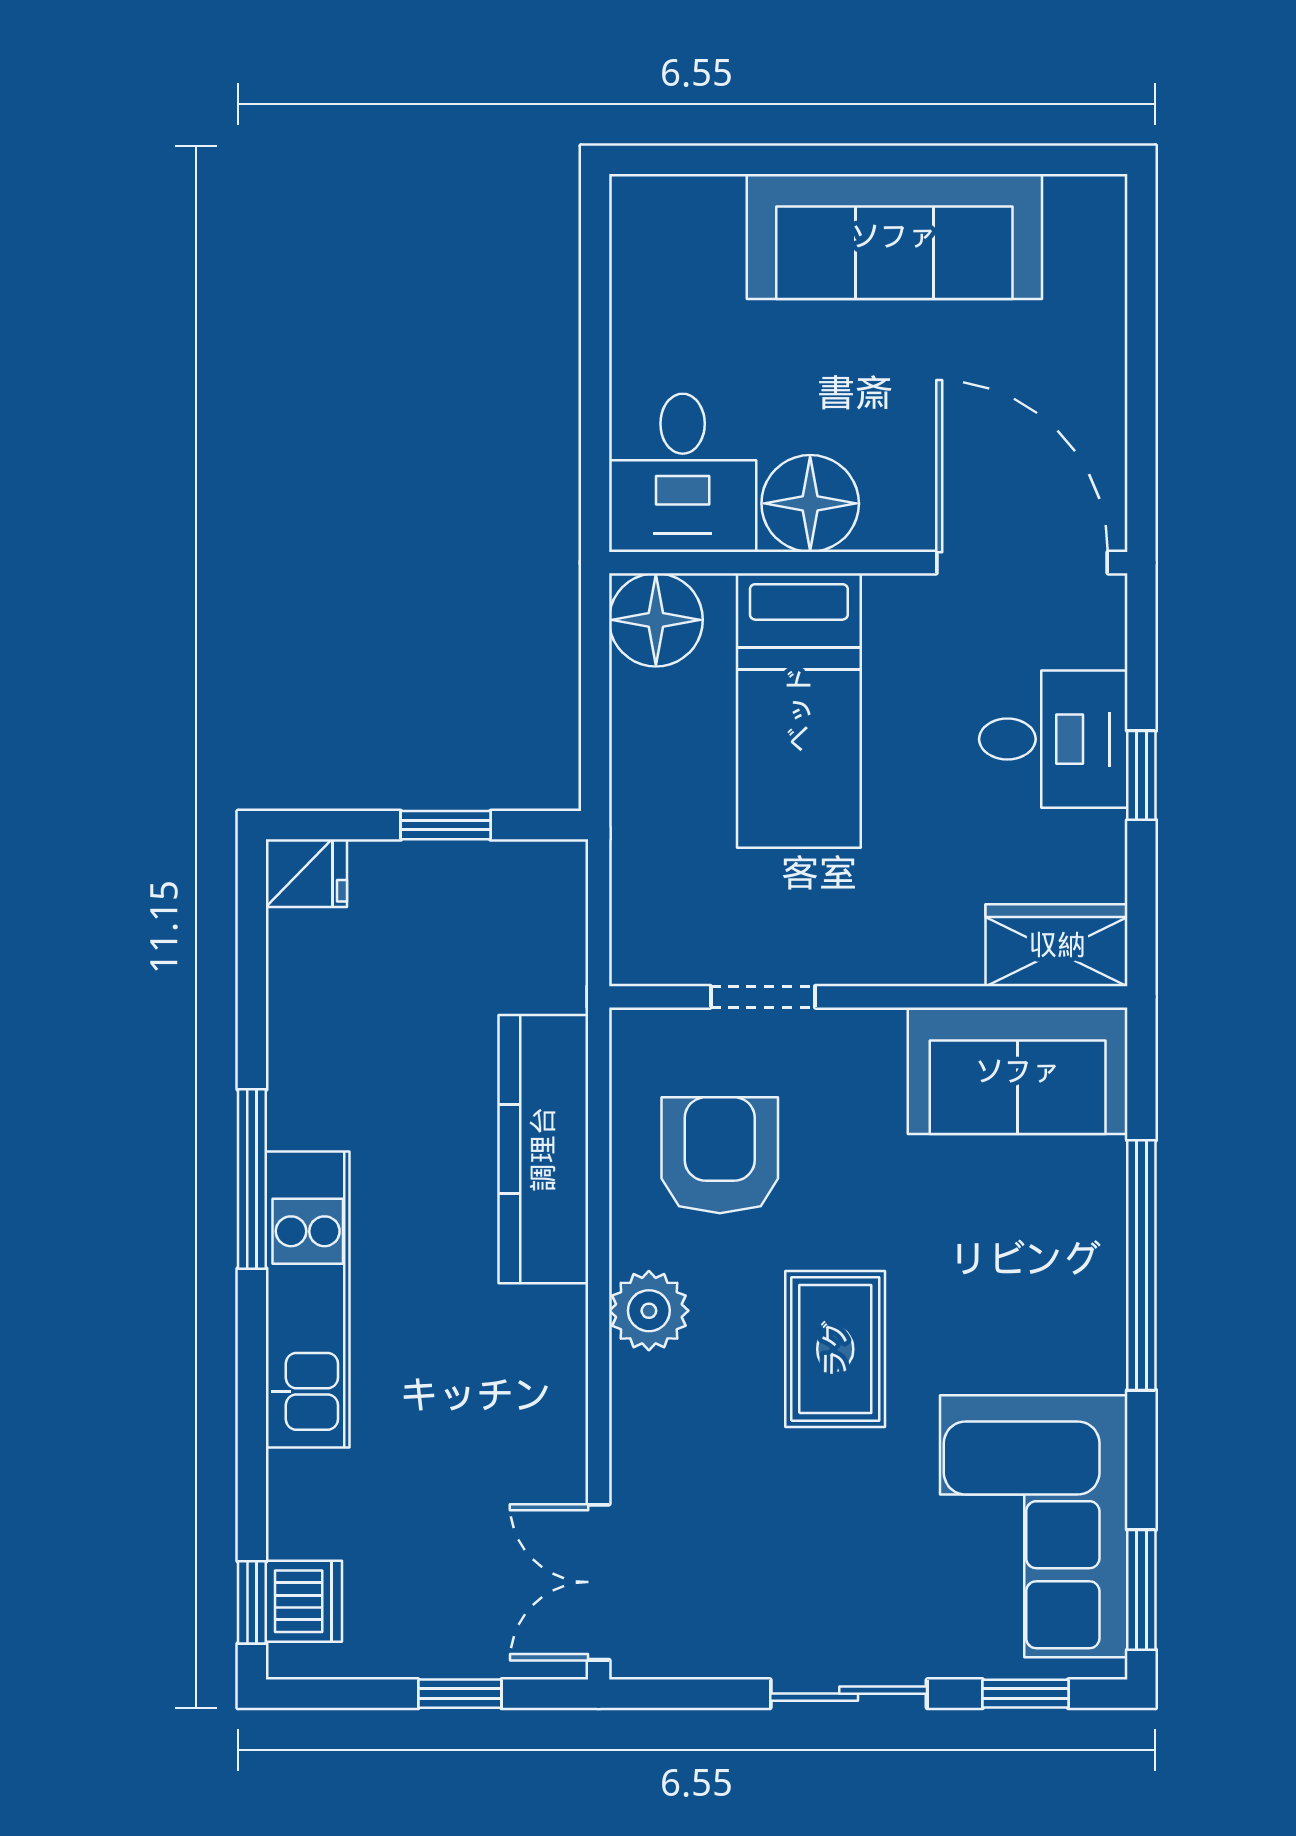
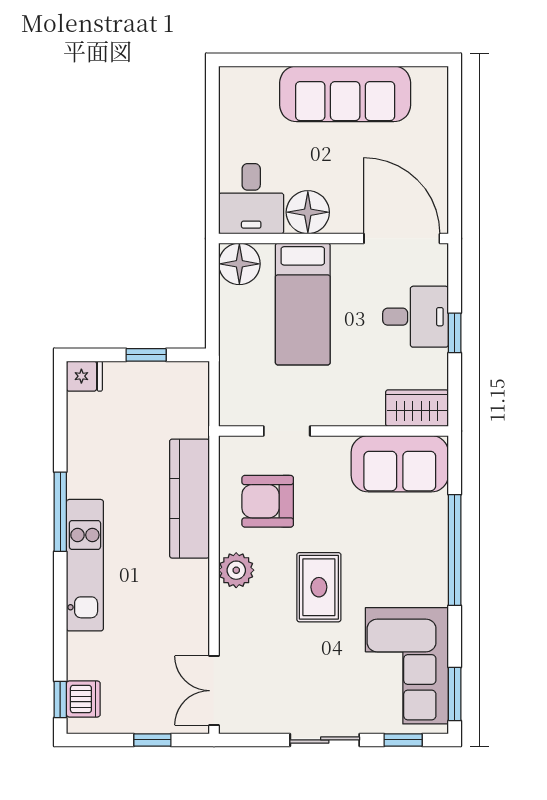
armchair: (720, 1155) -> (268, 501), turned -90

